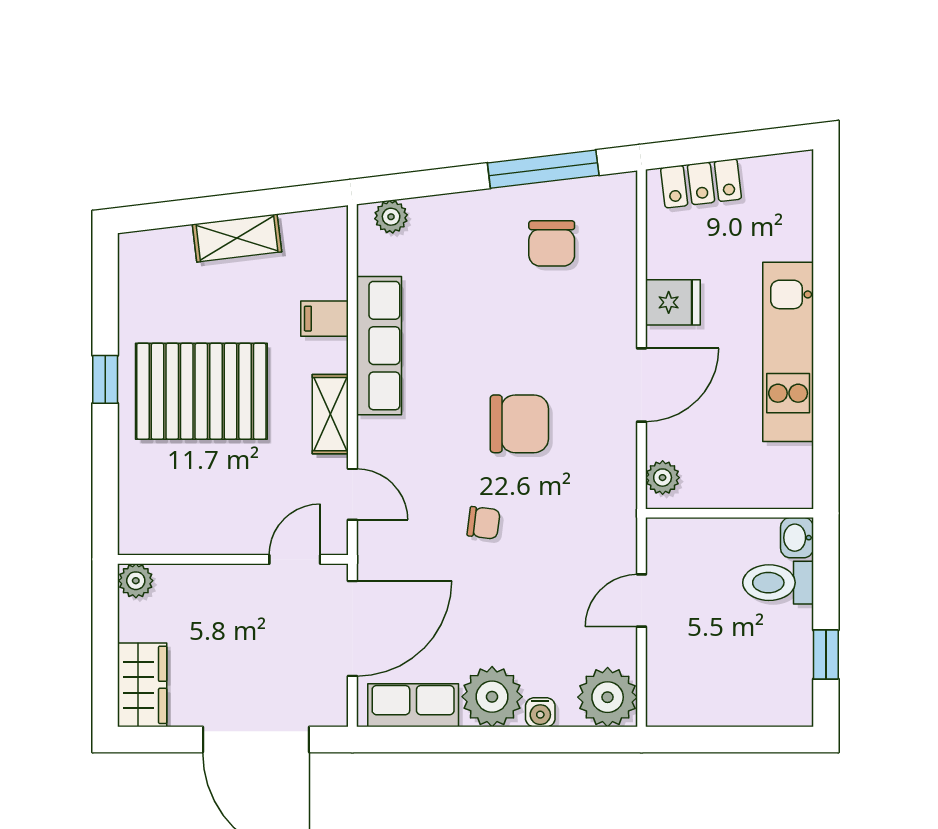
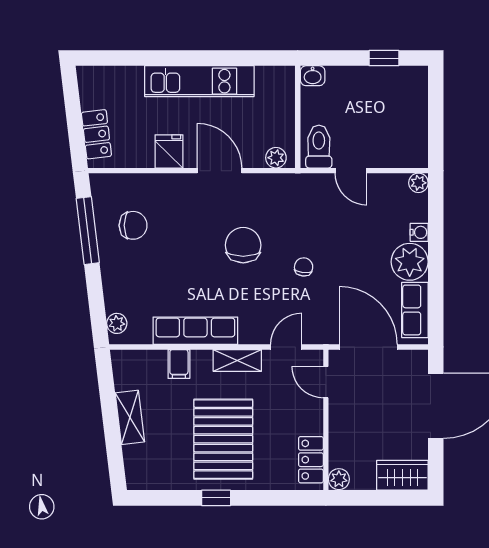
locker: (168, 535) -> (311, 460), added
toilet: (778, 583) -> (319, 147), moved, turned 180
plant: (608, 697) -> (418, 183), width x0.53, depth x0.53

